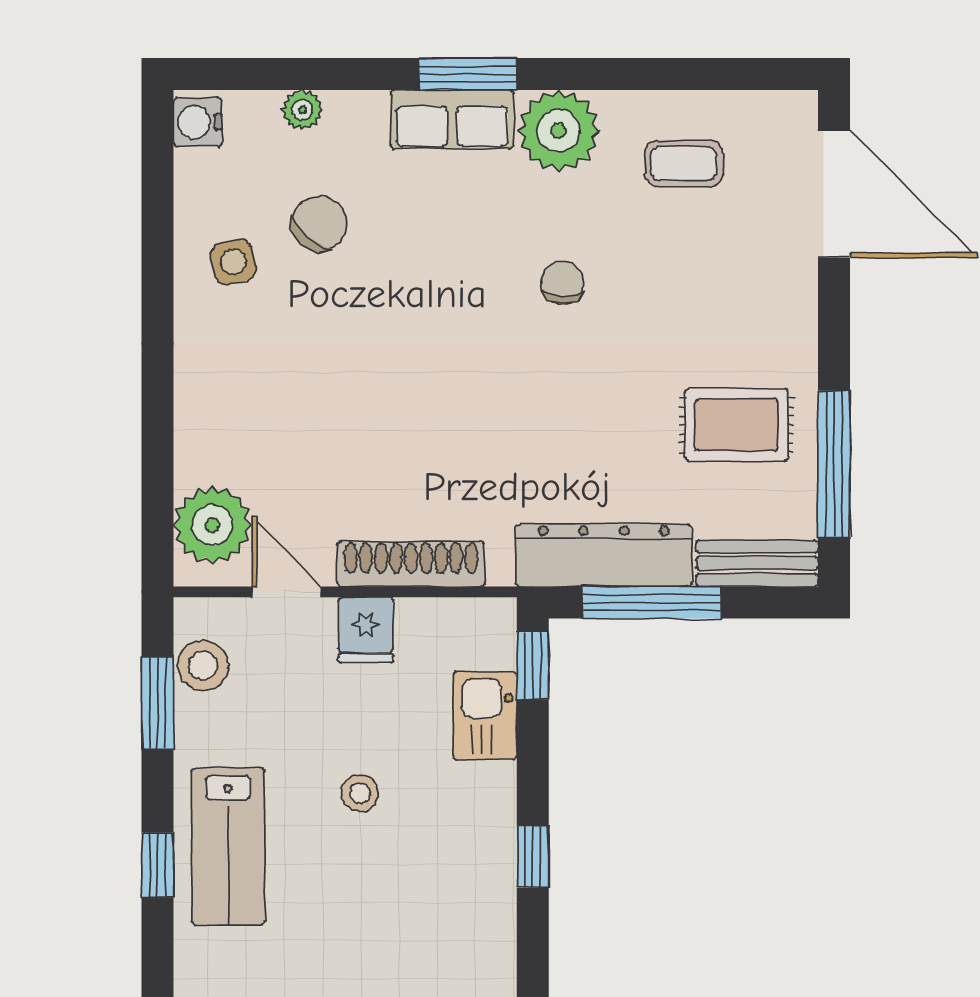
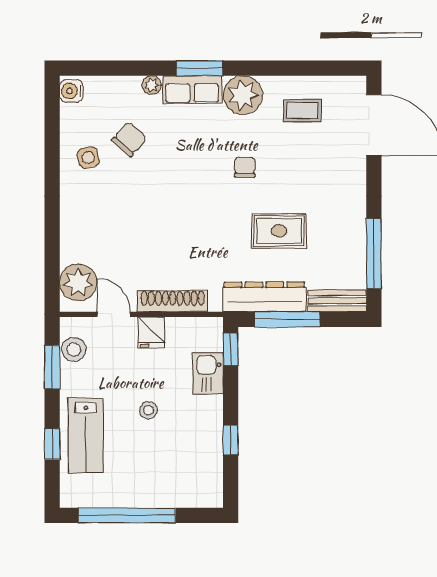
plant: (302, 110) -> (152, 85), moved
rug: (737, 425) -> (279, 231), moved

